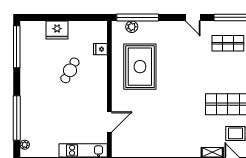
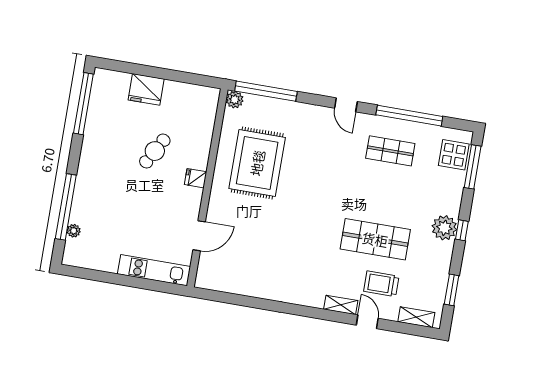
plant: (132, 27) -> (235, 100), moved
fridge: (100, 49) -> (196, 178), moved
plant: (25, 145) -> (74, 231), moved

